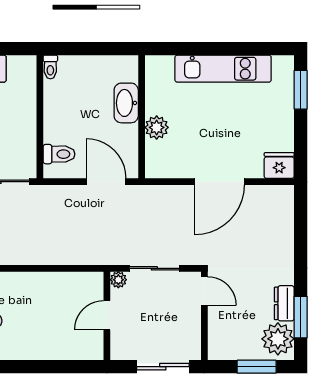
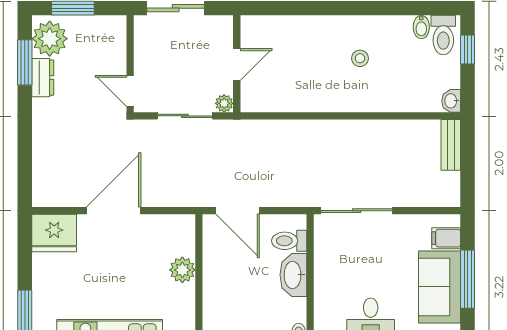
washbasin: (126, 103) -> (293, 275), moved, turned 180
fridge: (279, 166) -> (54, 233), width x1.36, depth x1.34

